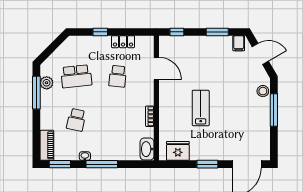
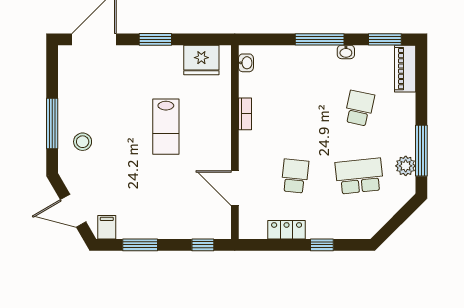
stool: (263, 91) -> (83, 142), moved
washbasin: (147, 149) -> (246, 63), width x0.52, depth x0.69

